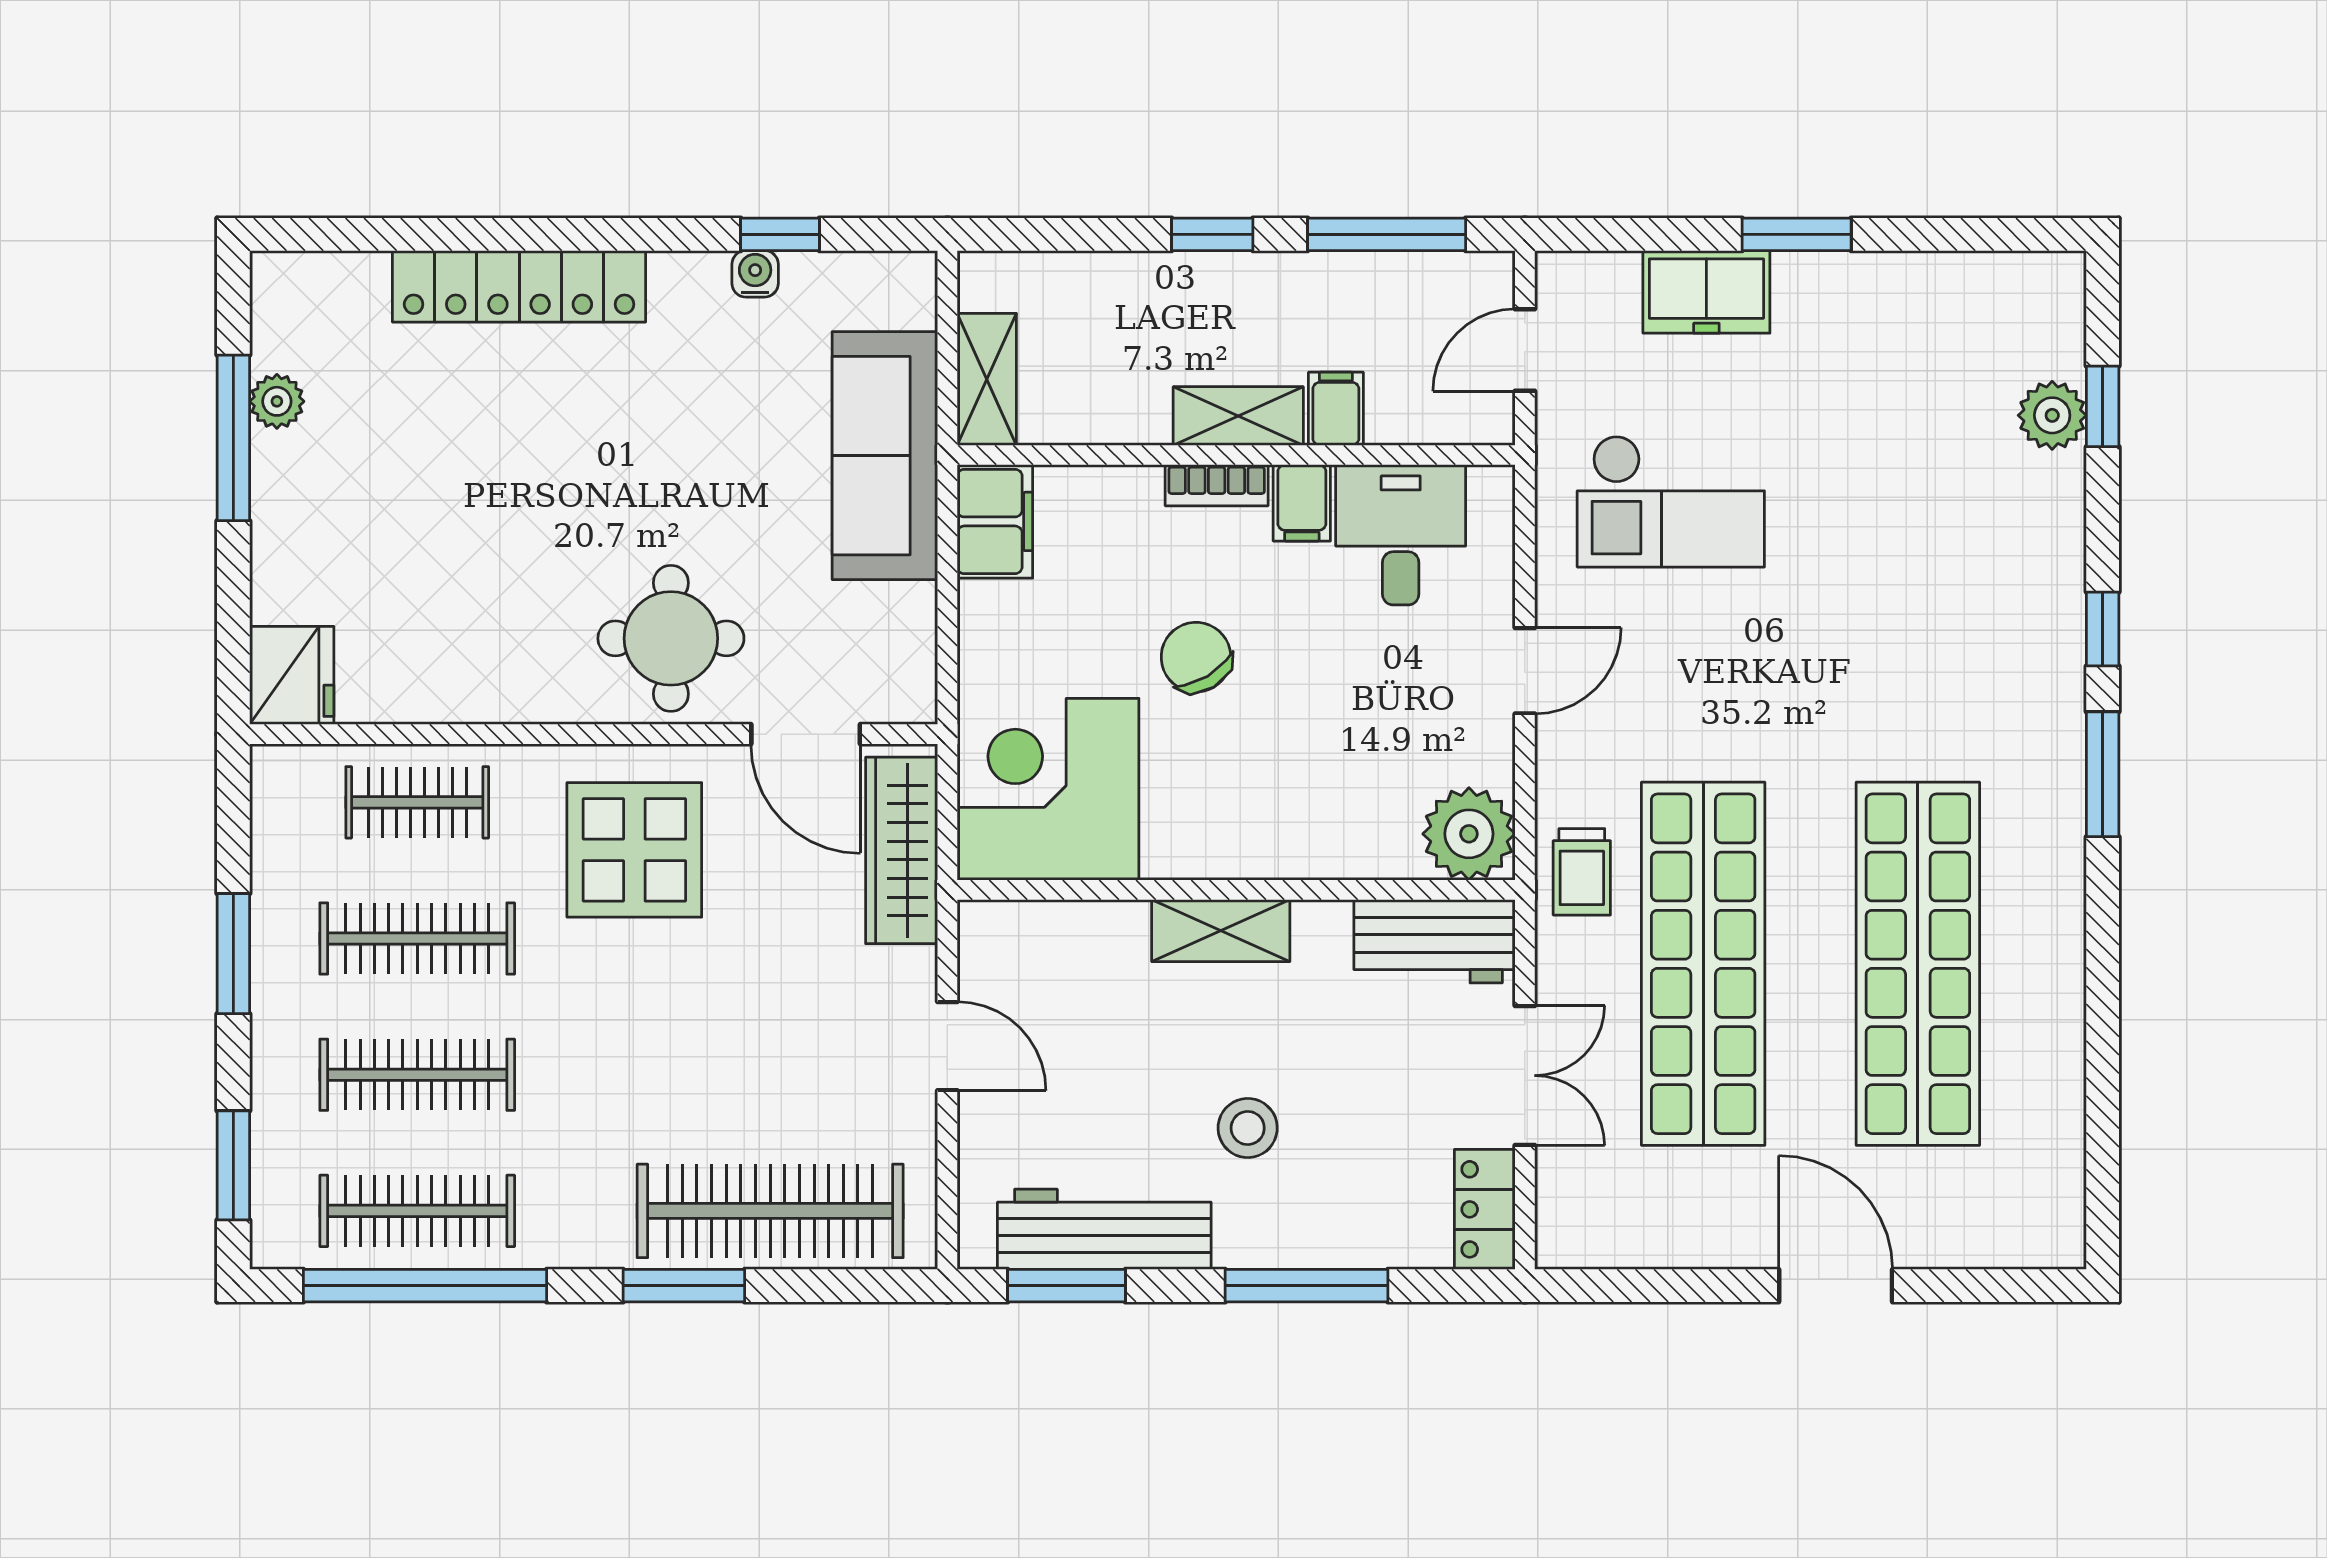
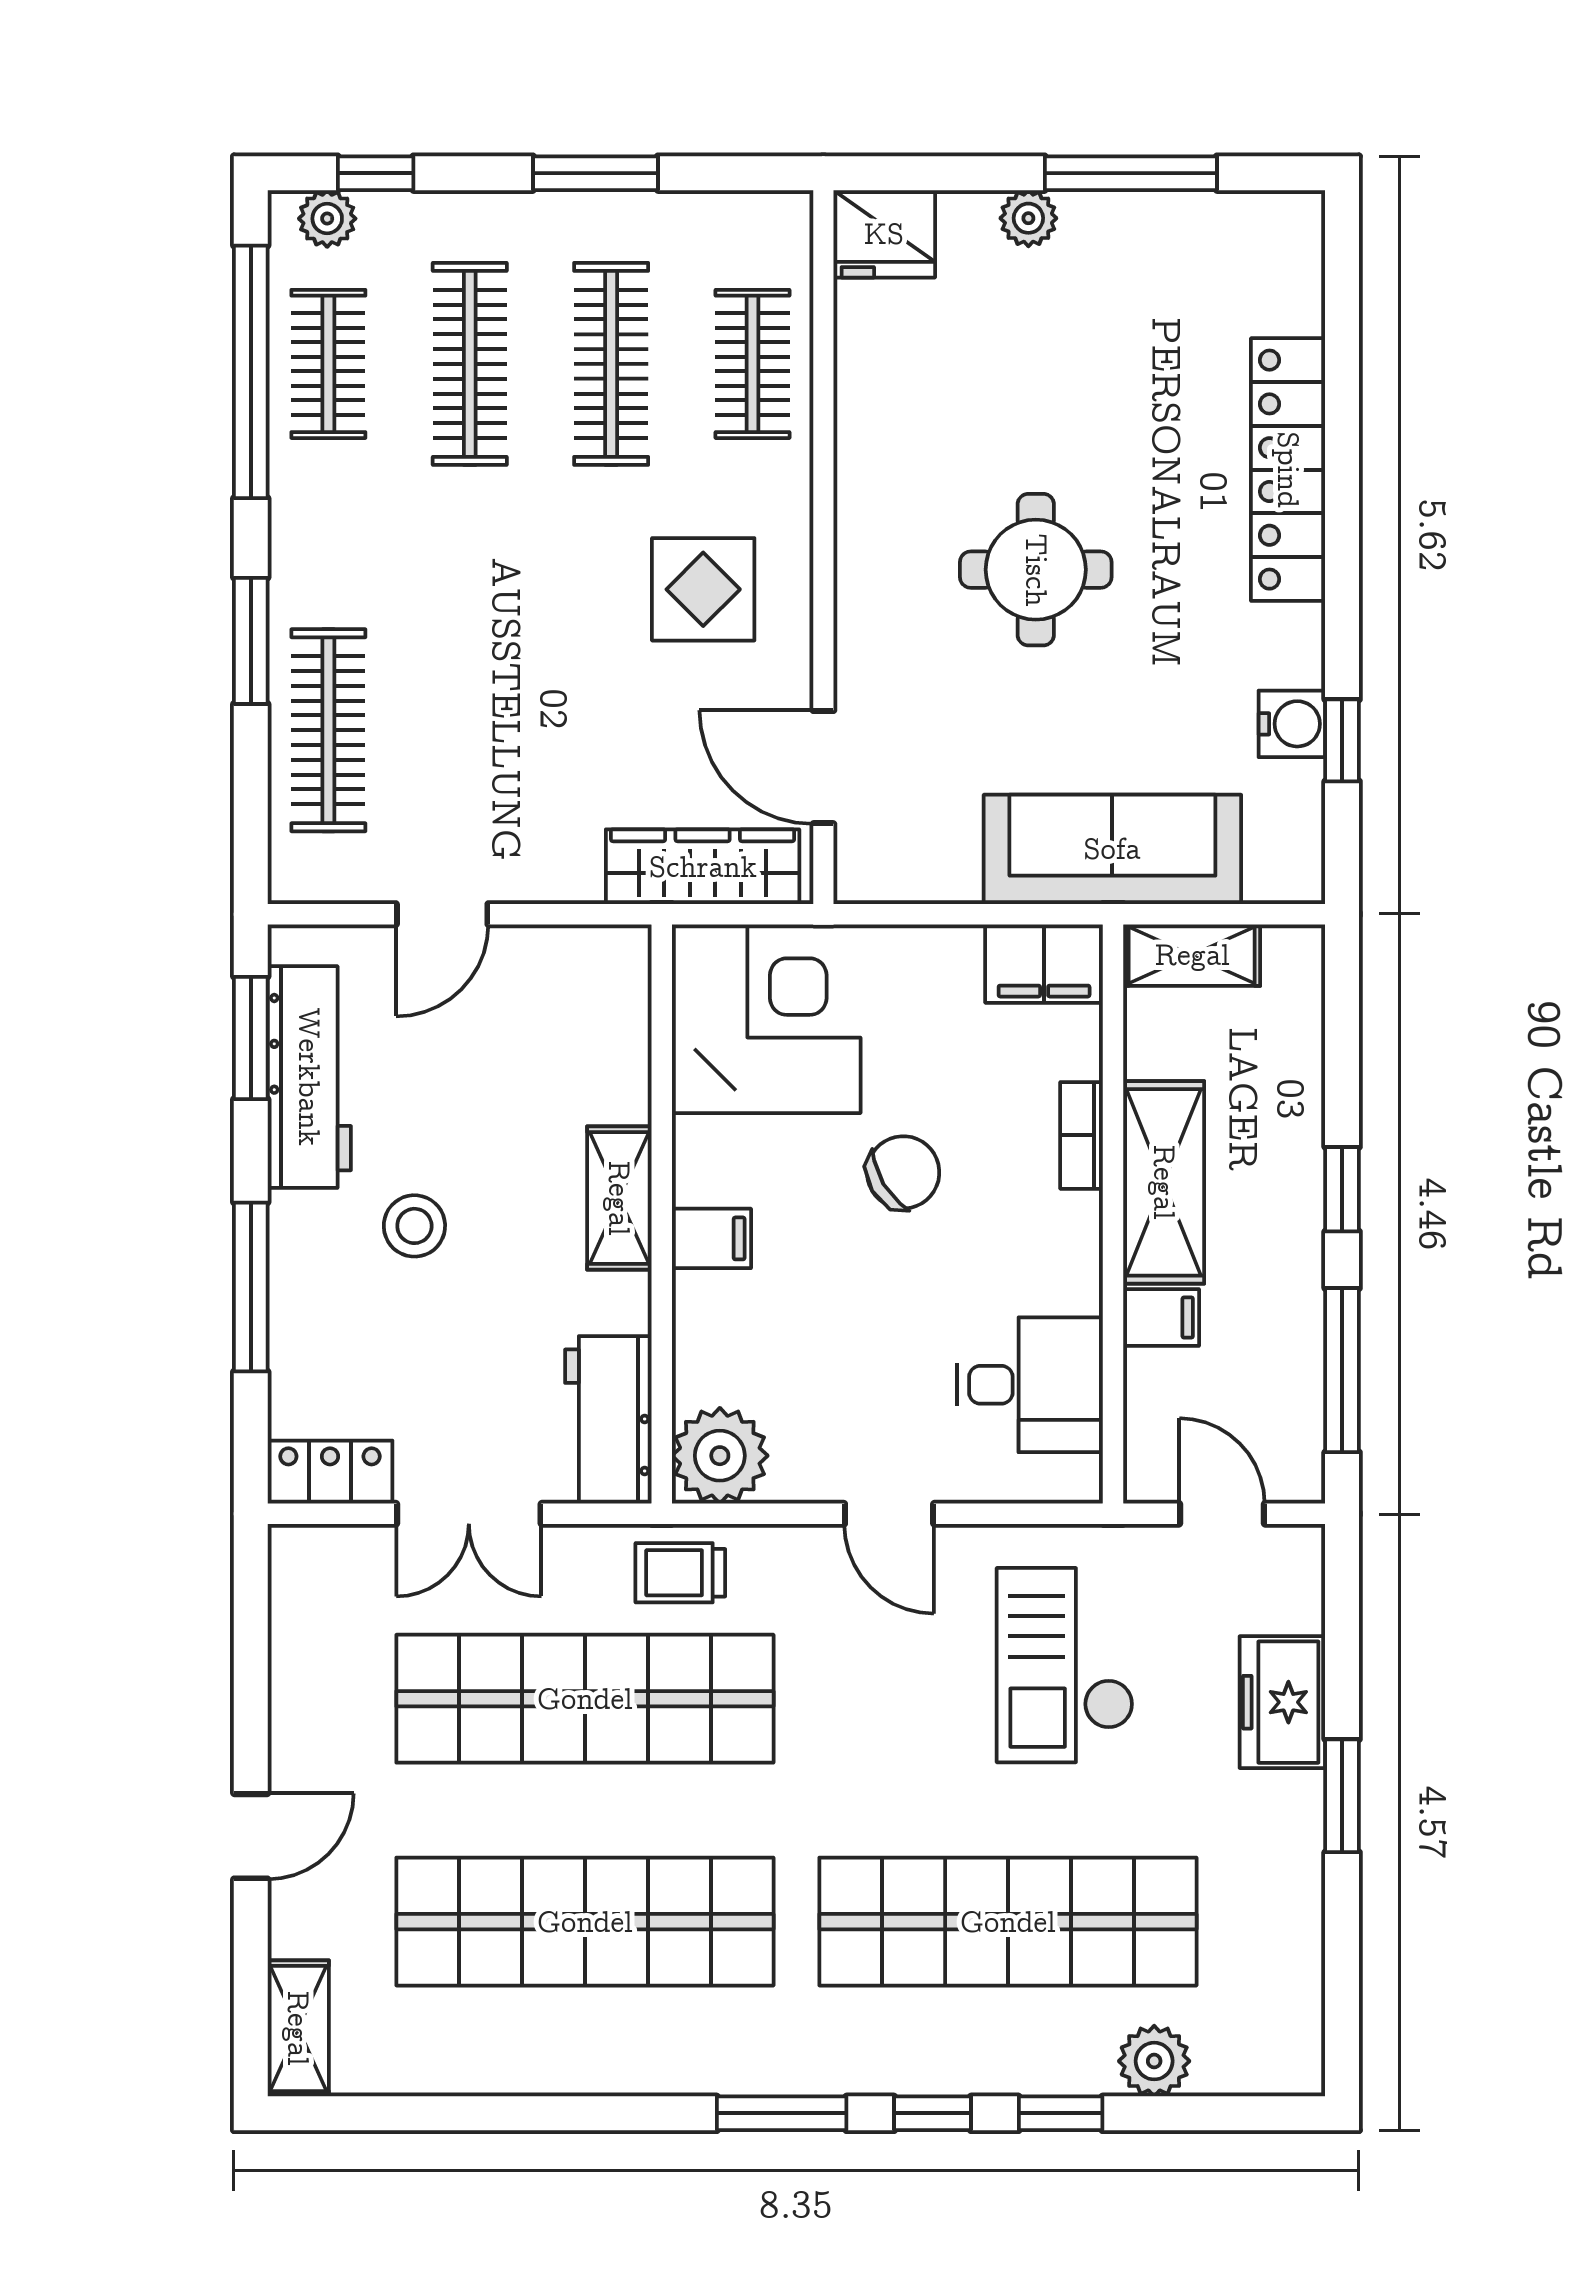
water cooler: (755, 274) -> (1292, 724), width x1.38, depth x1.38
plant: (277, 401) -> (1028, 218), moved
window: (2103, 406) -> (1061, 2113), moved
shelving: (1238, 416) -> (1164, 1182), width x1.50, depth x1.33
bookcase: (1217, 485) -> (1082, 1135), moved
filing cabinet: (1302, 503) -> (711, 1238), moved, turned 180
shop shelf: (1918, 556) -> (1008, 1922), added
round table: (671, 638) -> (1036, 570), moved
door: (806, 734) -> (823, 767), hinge flipped
display table: (634, 850) -> (703, 589), width x0.73, depth x0.73
door: (947, 1046) -> (442, 914), moved
window: (233, 1165) -> (376, 173), width x0.67
clothes rail: (417, 1211) -> (328, 364), width x0.73
clothes rail: (770, 1211) -> (328, 730), width x0.73, depth x0.76
plant: (277, 1212) -> (327, 219), added
shelving: (2021, 1240) -> (298, 2028), added
door: (1836, 1286) -> (251, 1836), width x0.73

